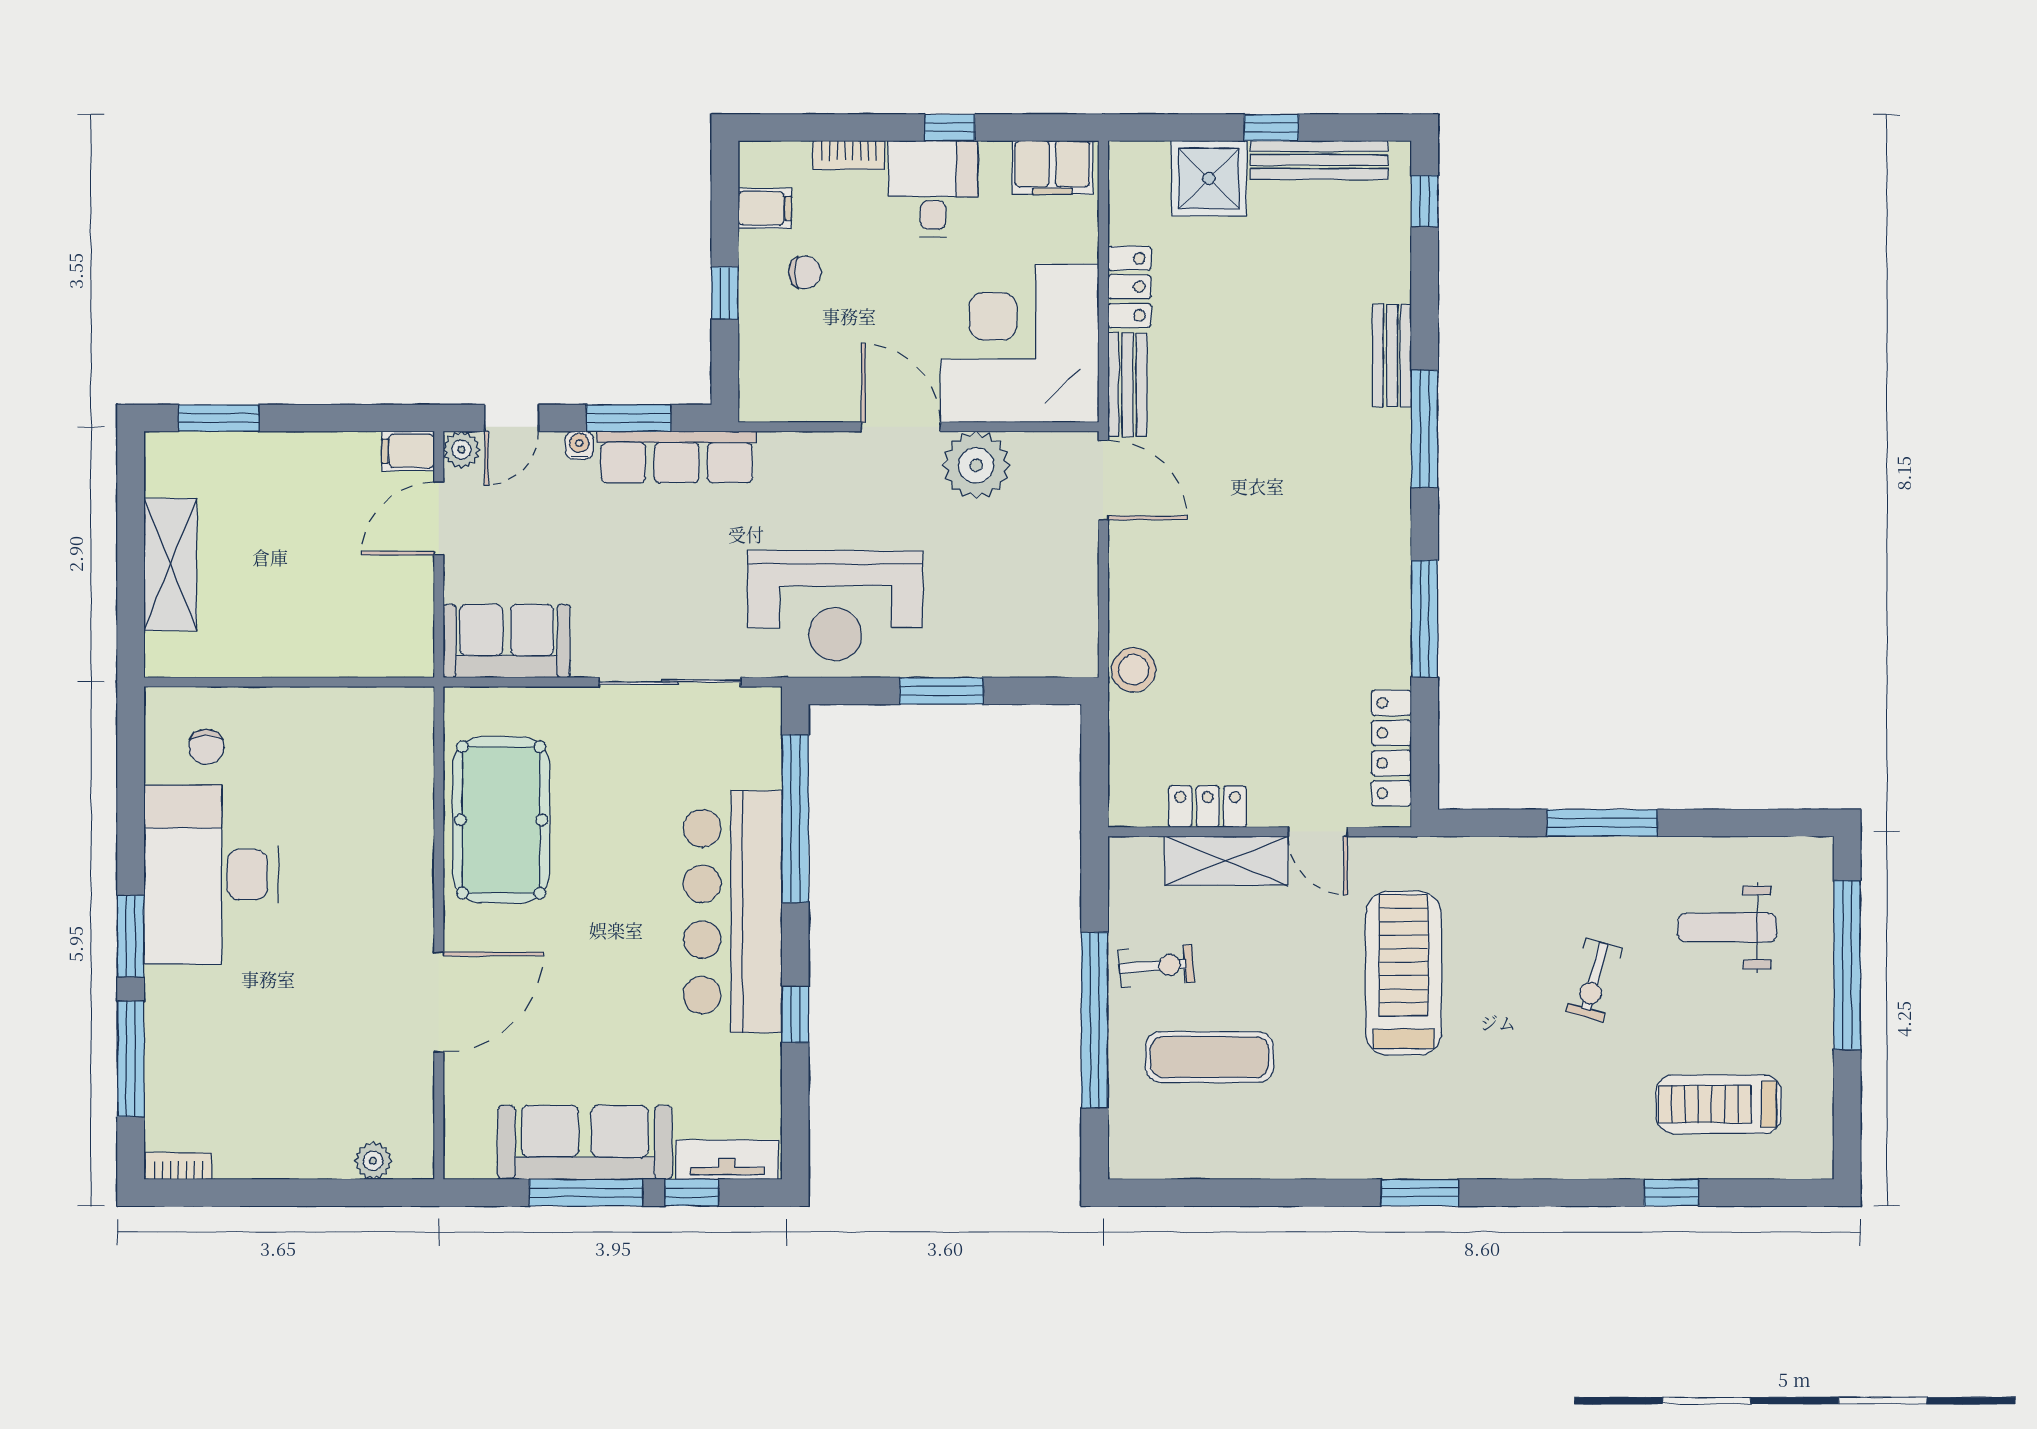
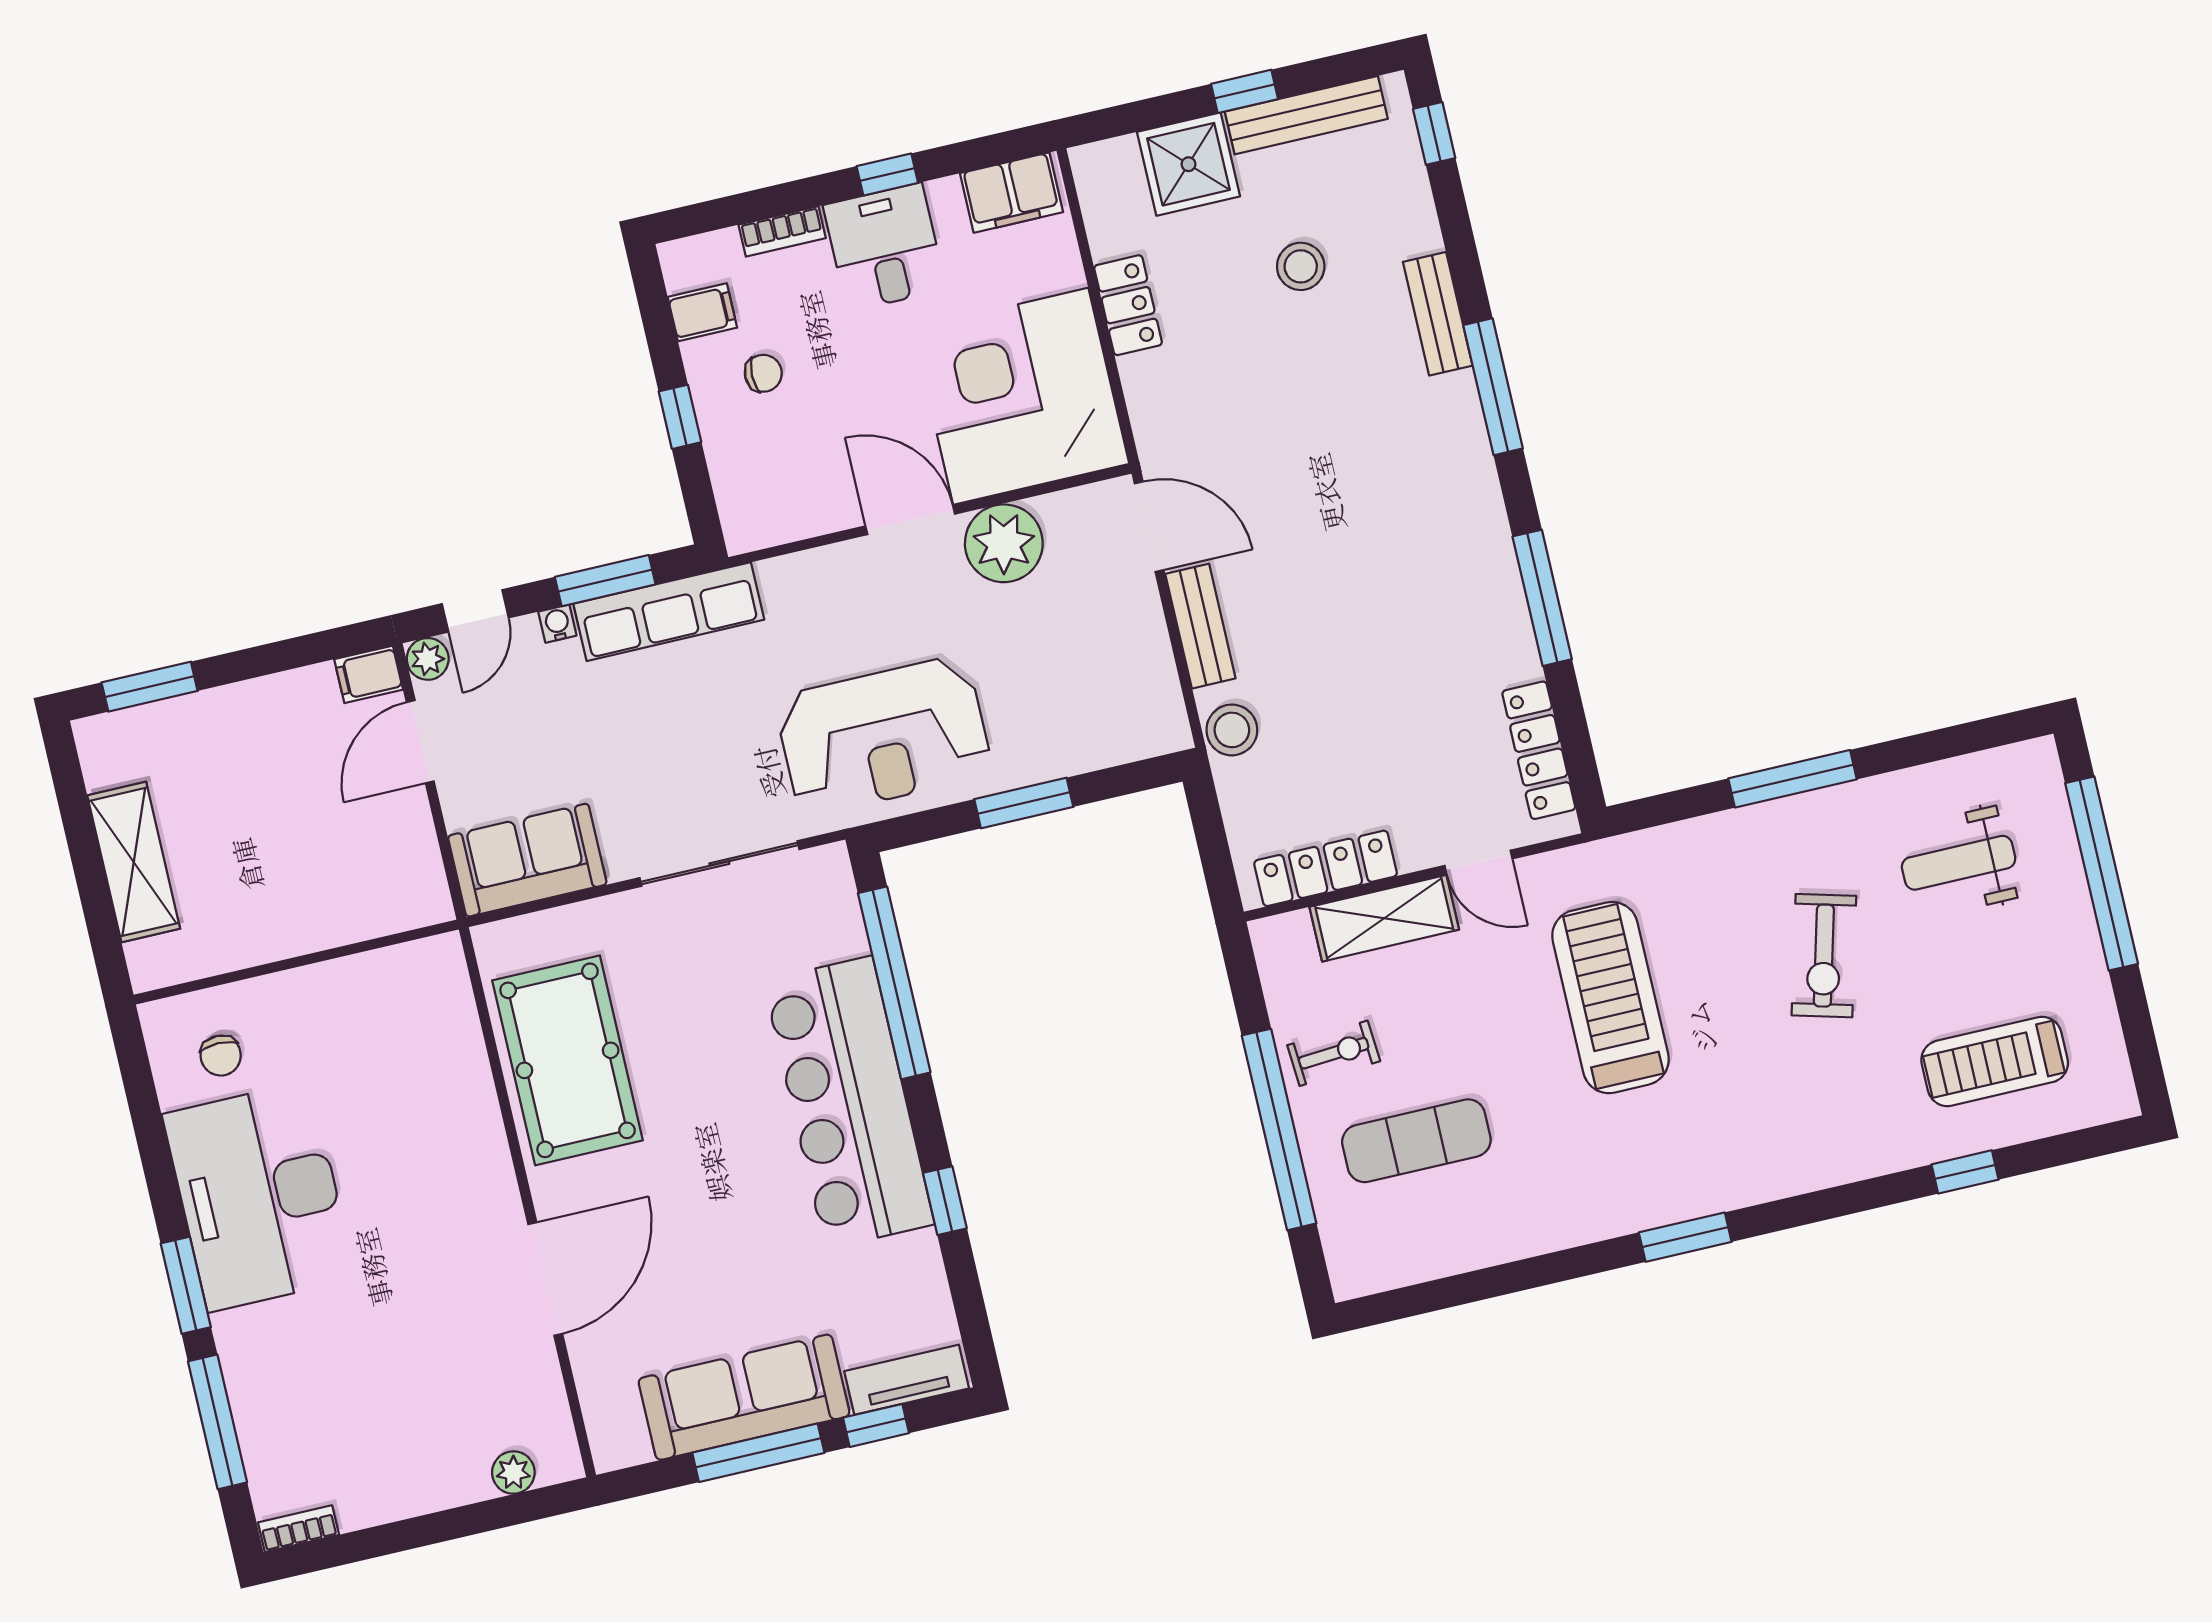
stool: (1284, 288) -> (1301, 266), added
bench: (1127, 385) -> (1200, 626), moved
locker: (1208, 807) -> (1326, 868), width x1.53
exercise bike: (1594, 980) -> (1824, 956), width x1.38, depth x1.39

